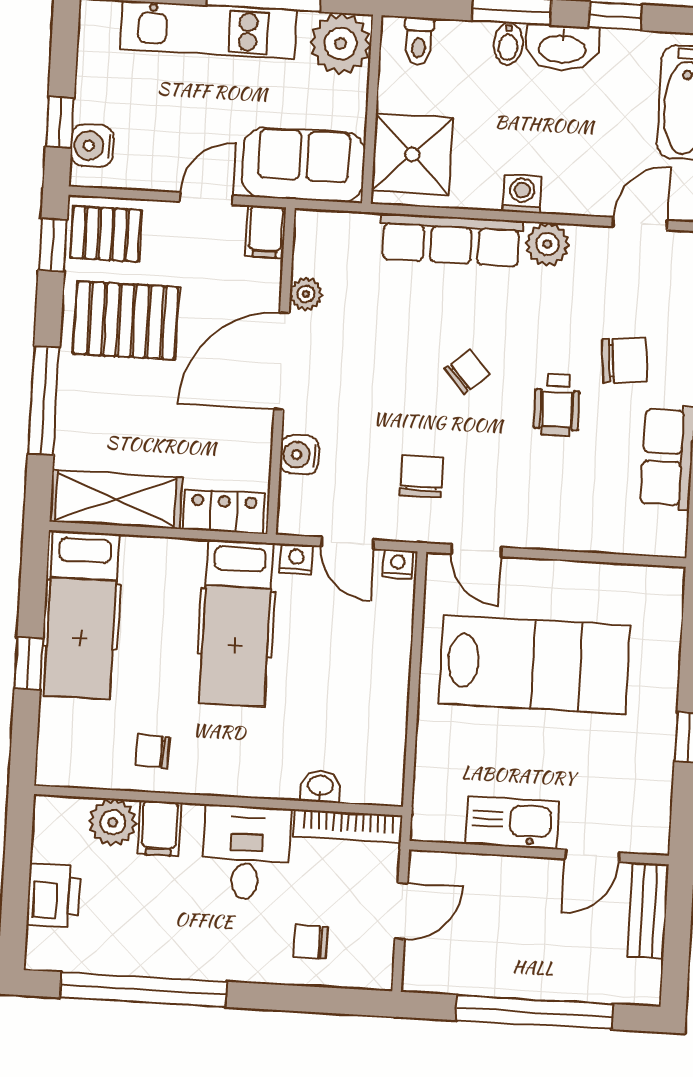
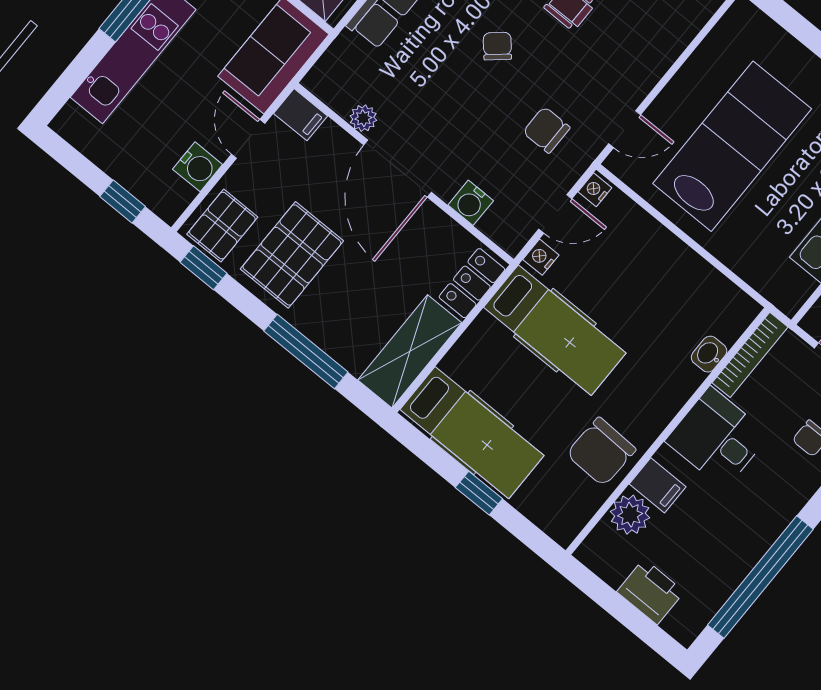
water cooler: (92, 146) -> (198, 167), moved, turned -90
chair: (153, 751) -> (601, 452), width x1.87, depth x1.87

